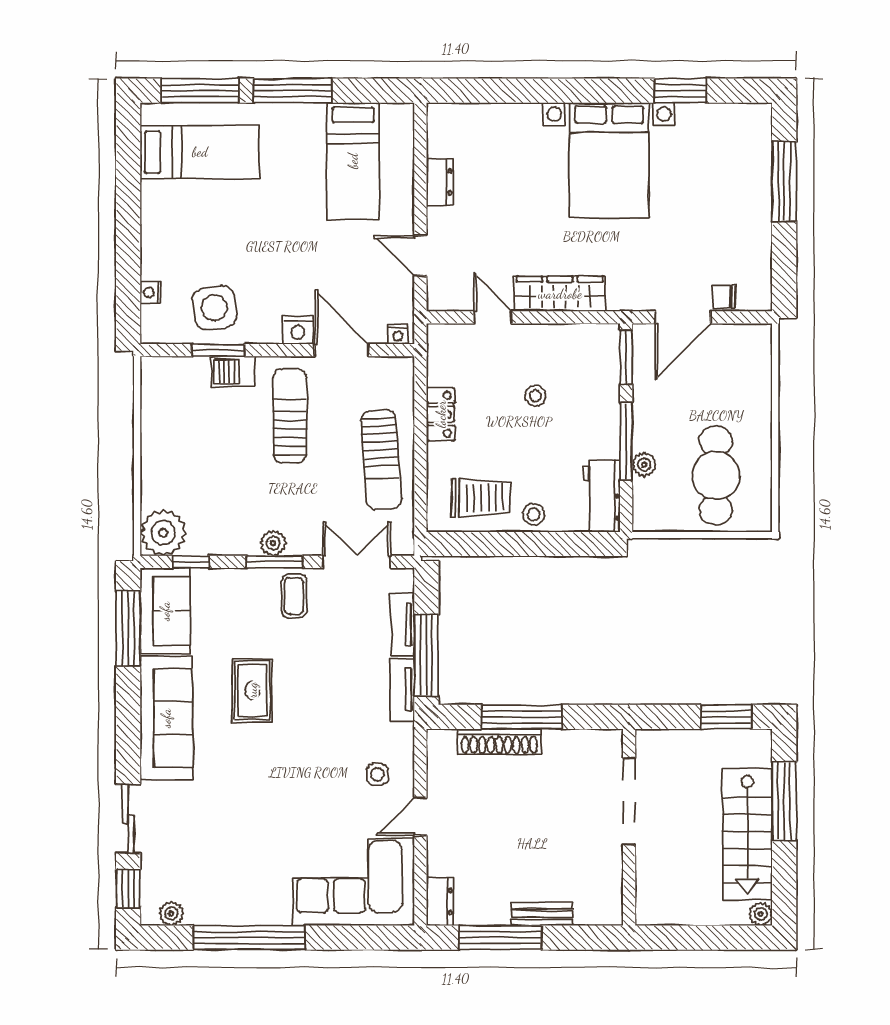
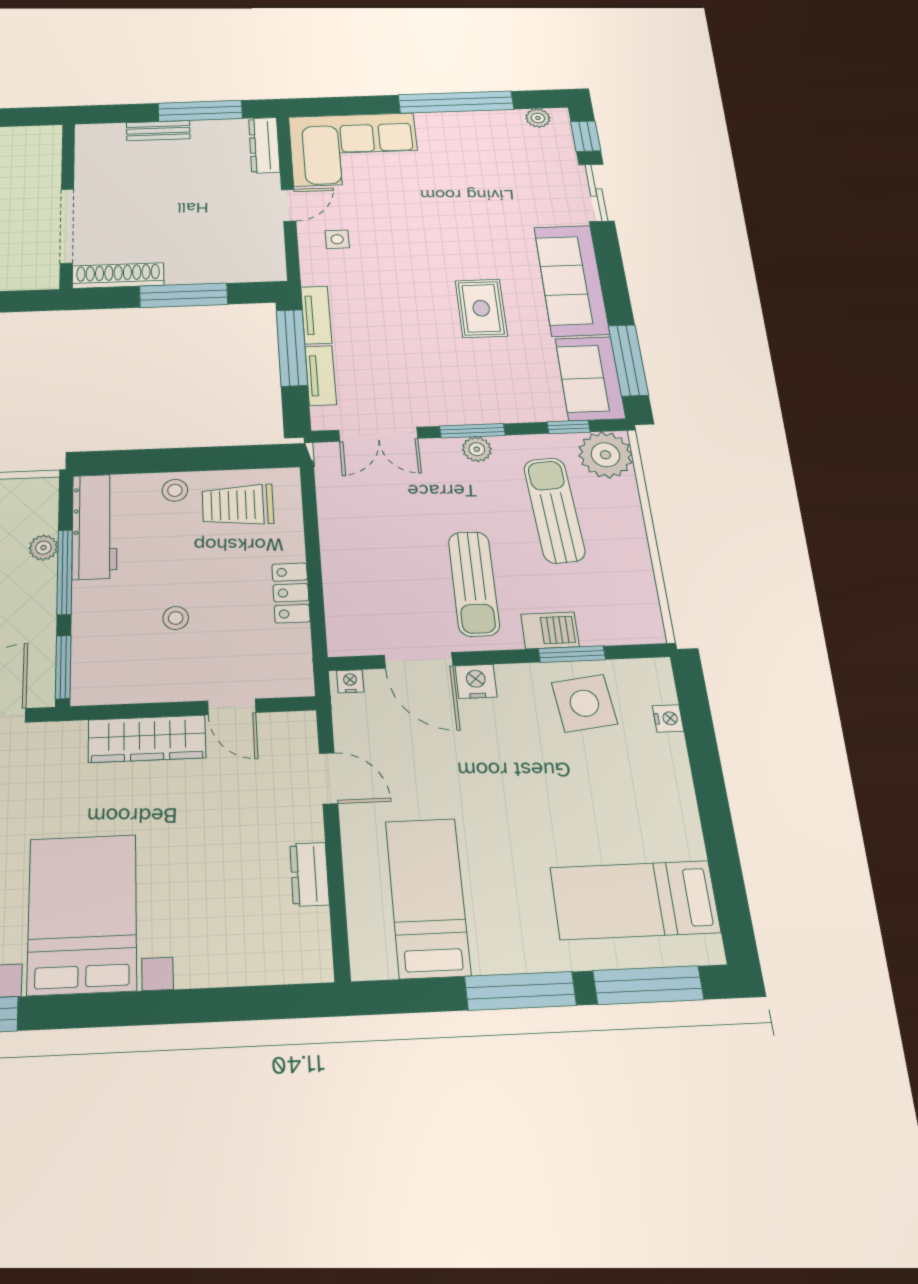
sun lounger: (381, 460) -> (554, 510), moved
workbench: (602, 496) -> (95, 526), width x1.38
coffee table: (294, 596) -> (446, 398), removed
shoe rack: (499, 742) -> (118, 276), moved
dresser: (440, 902) -> (264, 145), width x1.44

